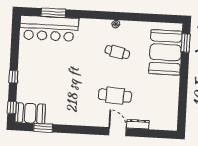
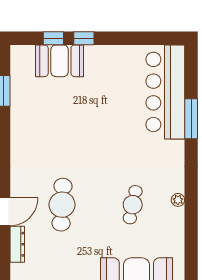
window: (53, 13) -> (191, 119), moved
window: (12, 107) -> (53, 38), moved
booth: (30, 113) -> (60, 61), moved, turned 90

